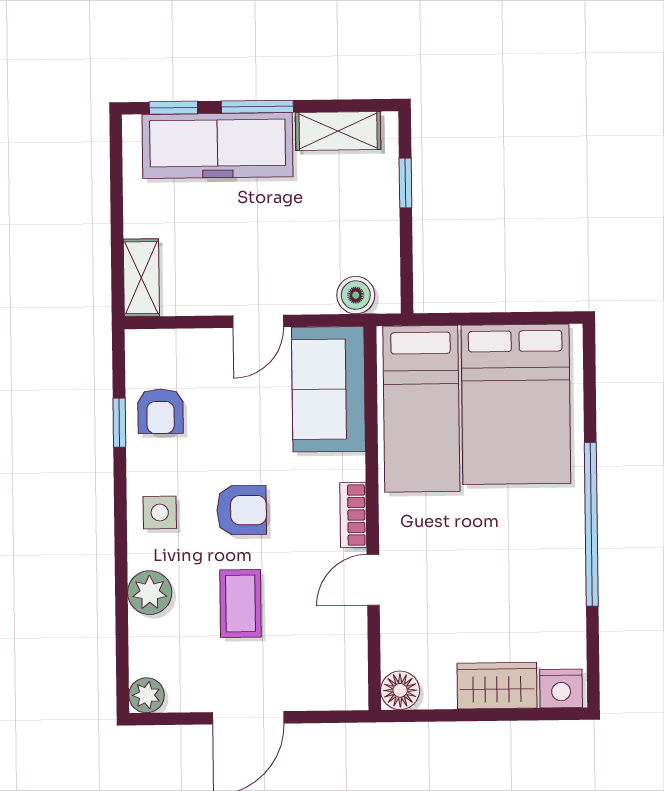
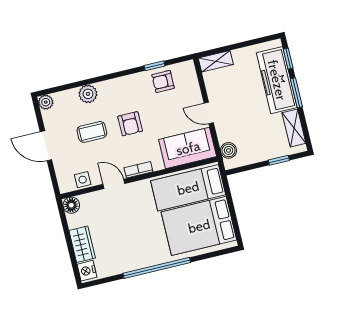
side table: (160, 512) -> (83, 180), moved

